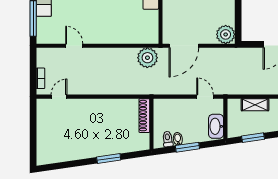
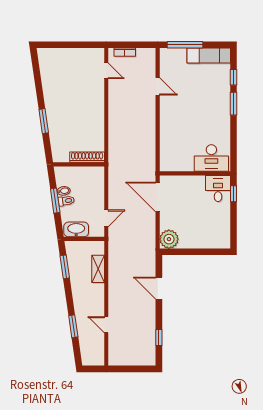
door: (74, 46) -> (158, 86), hinge flipped
plant: (147, 58) -> (145, 160), removed
toilet: (168, 139) -> (66, 201), moved

